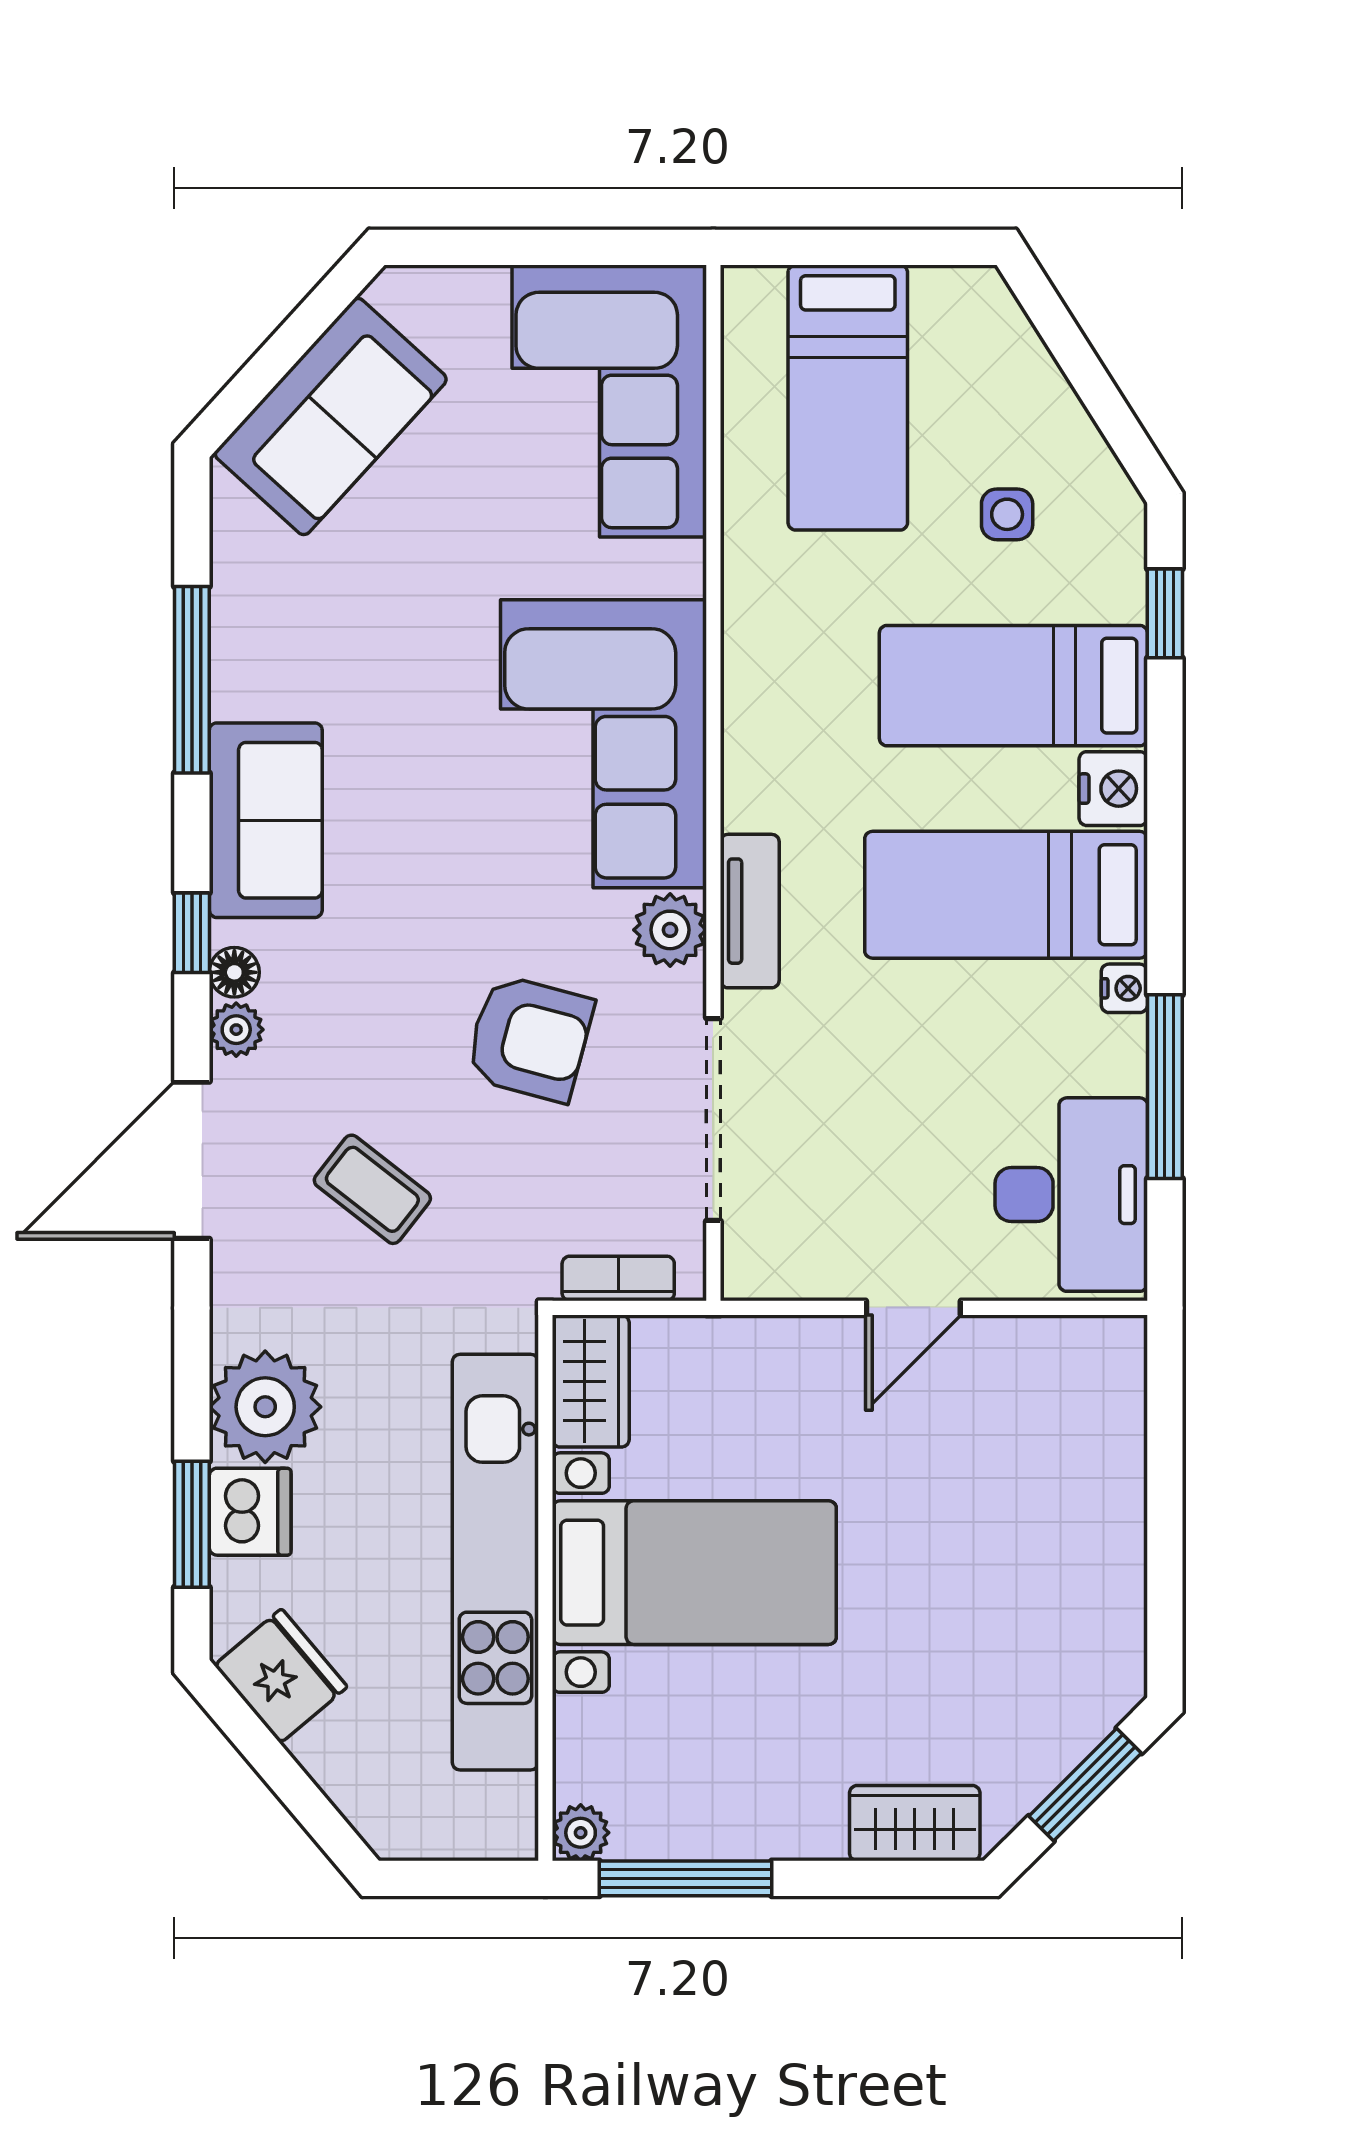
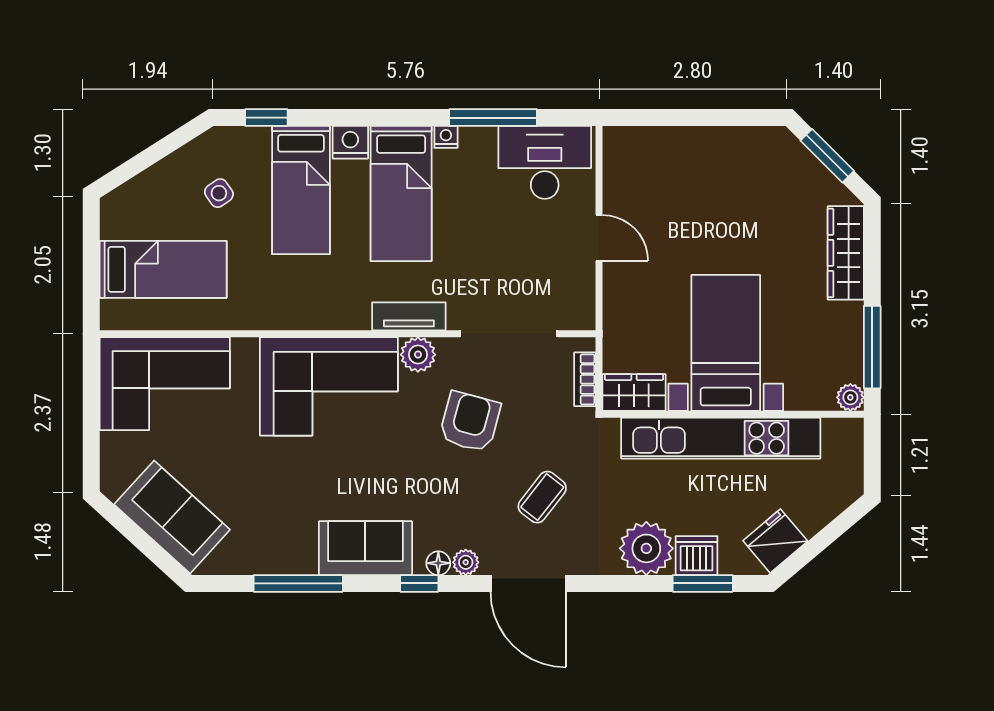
side table: (1007, 514) -> (219, 193), turned -35
wardrobe: (915, 1823) -> (846, 253), width x1.50

